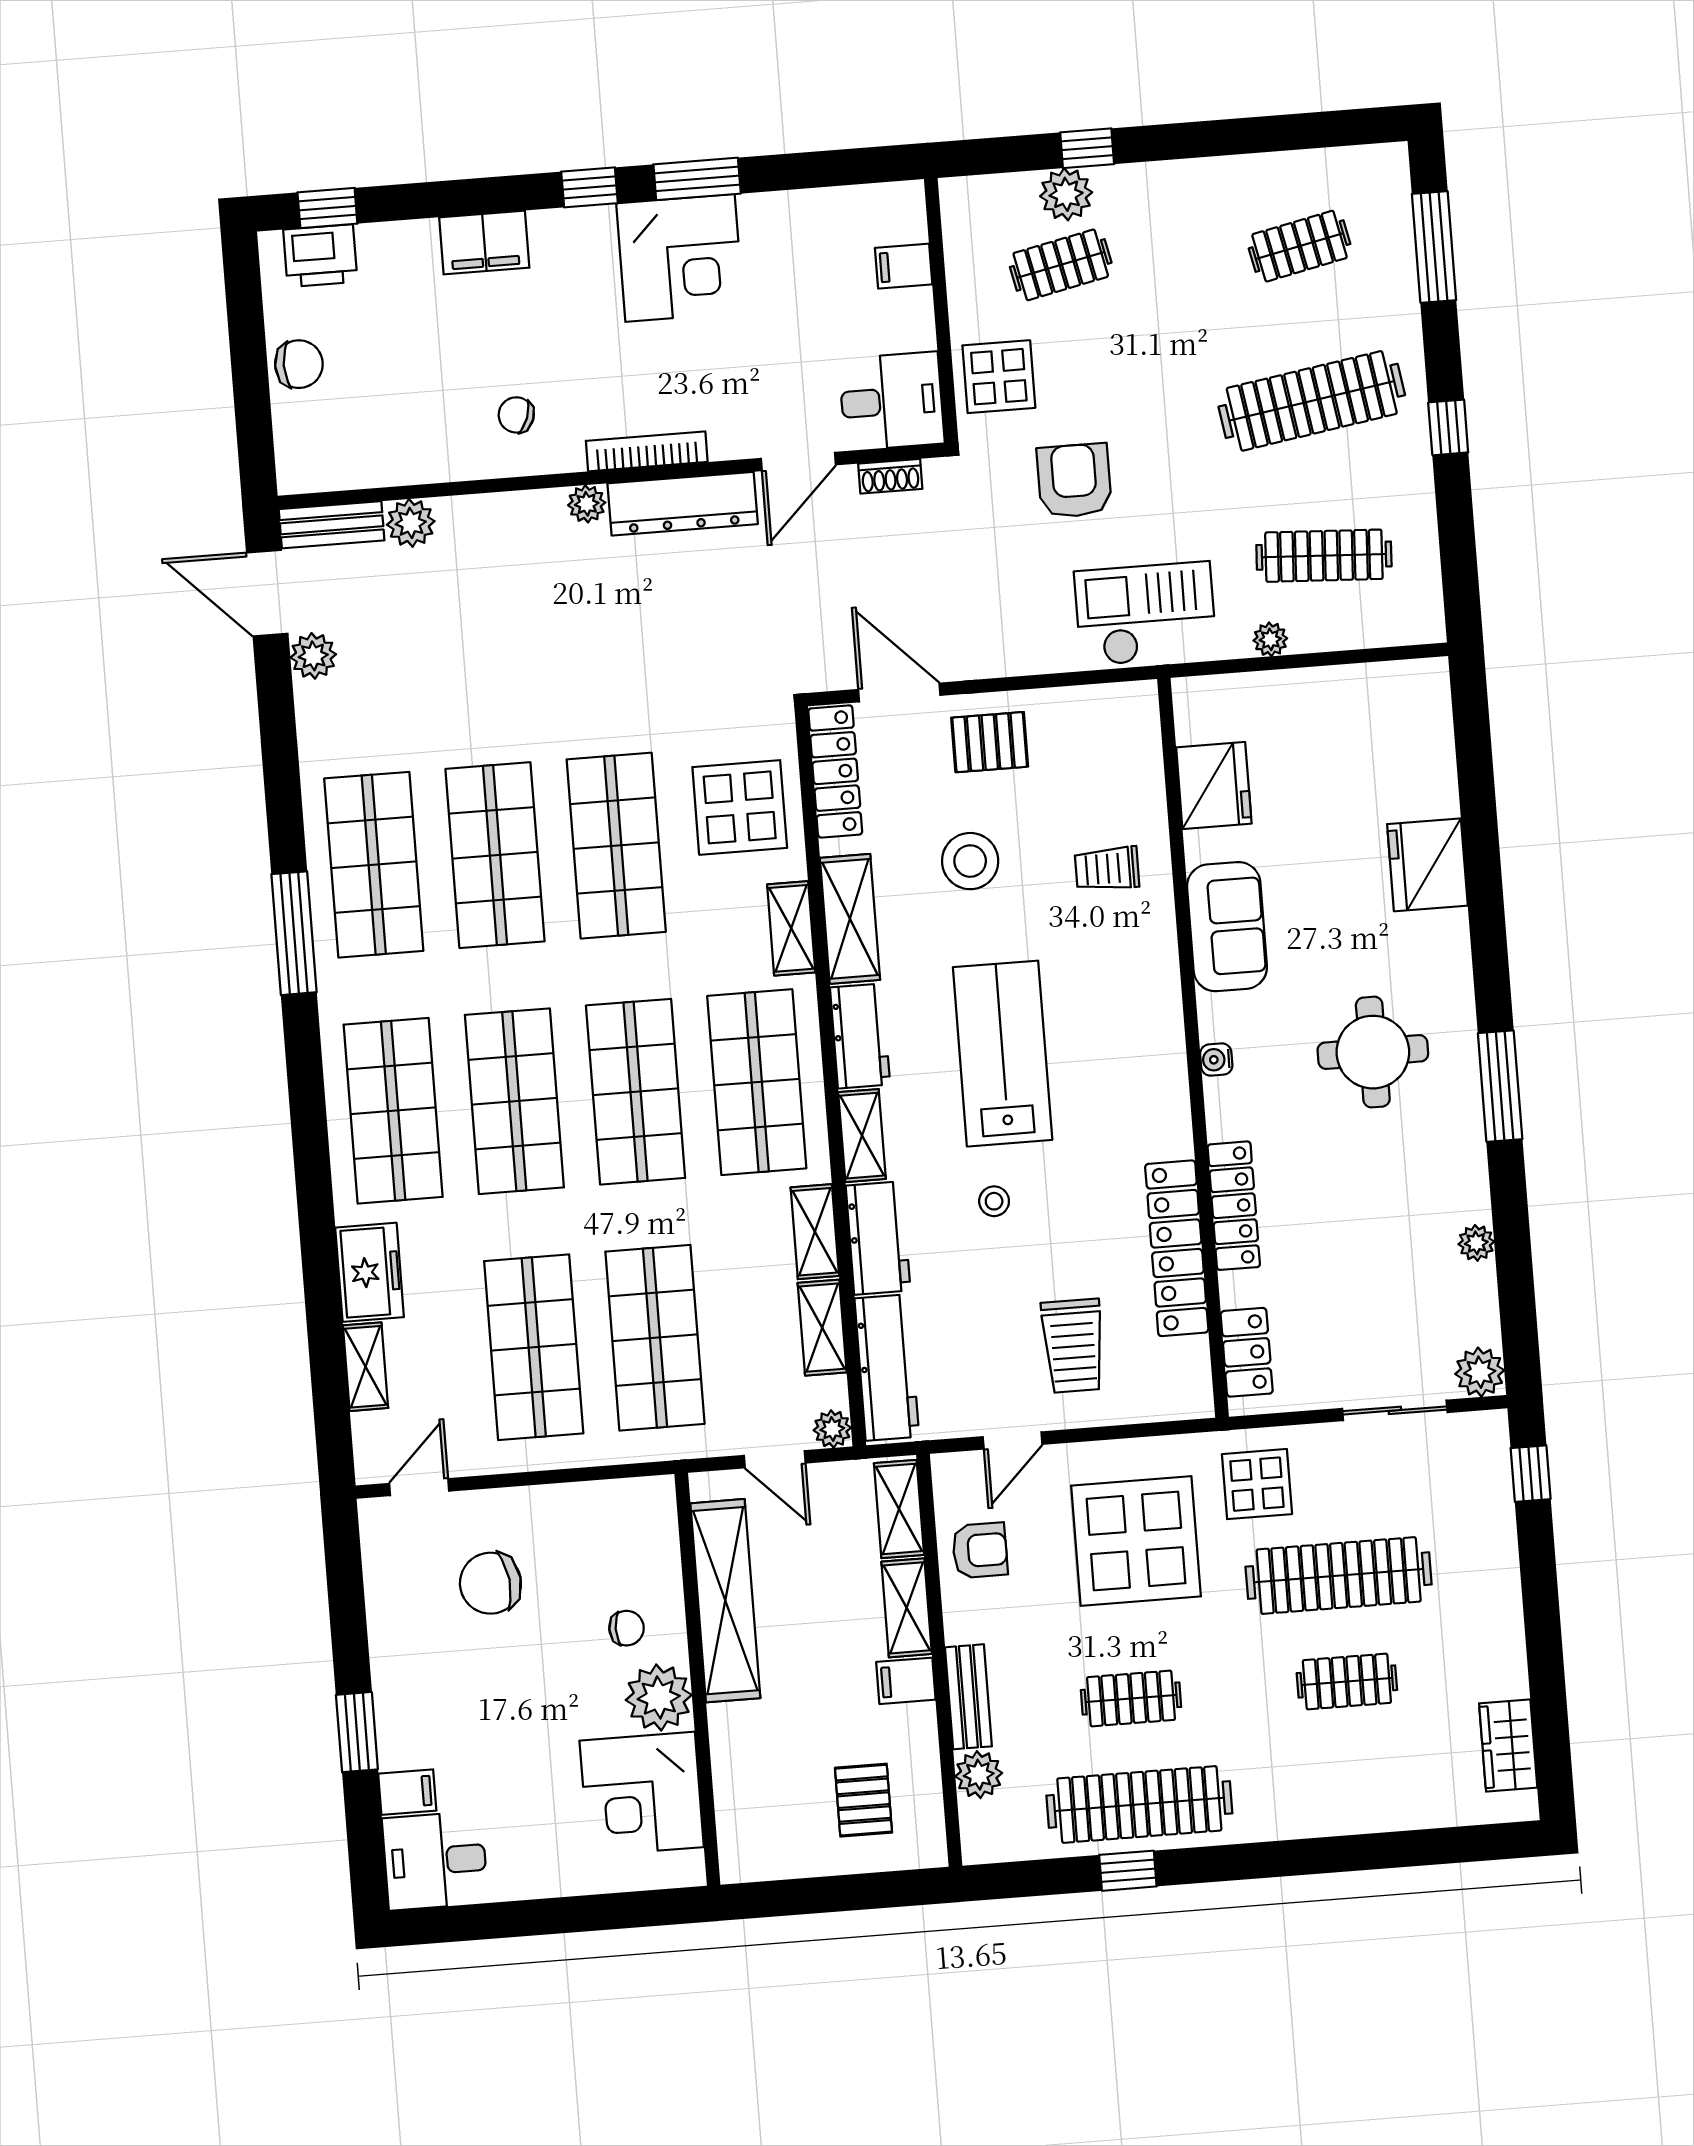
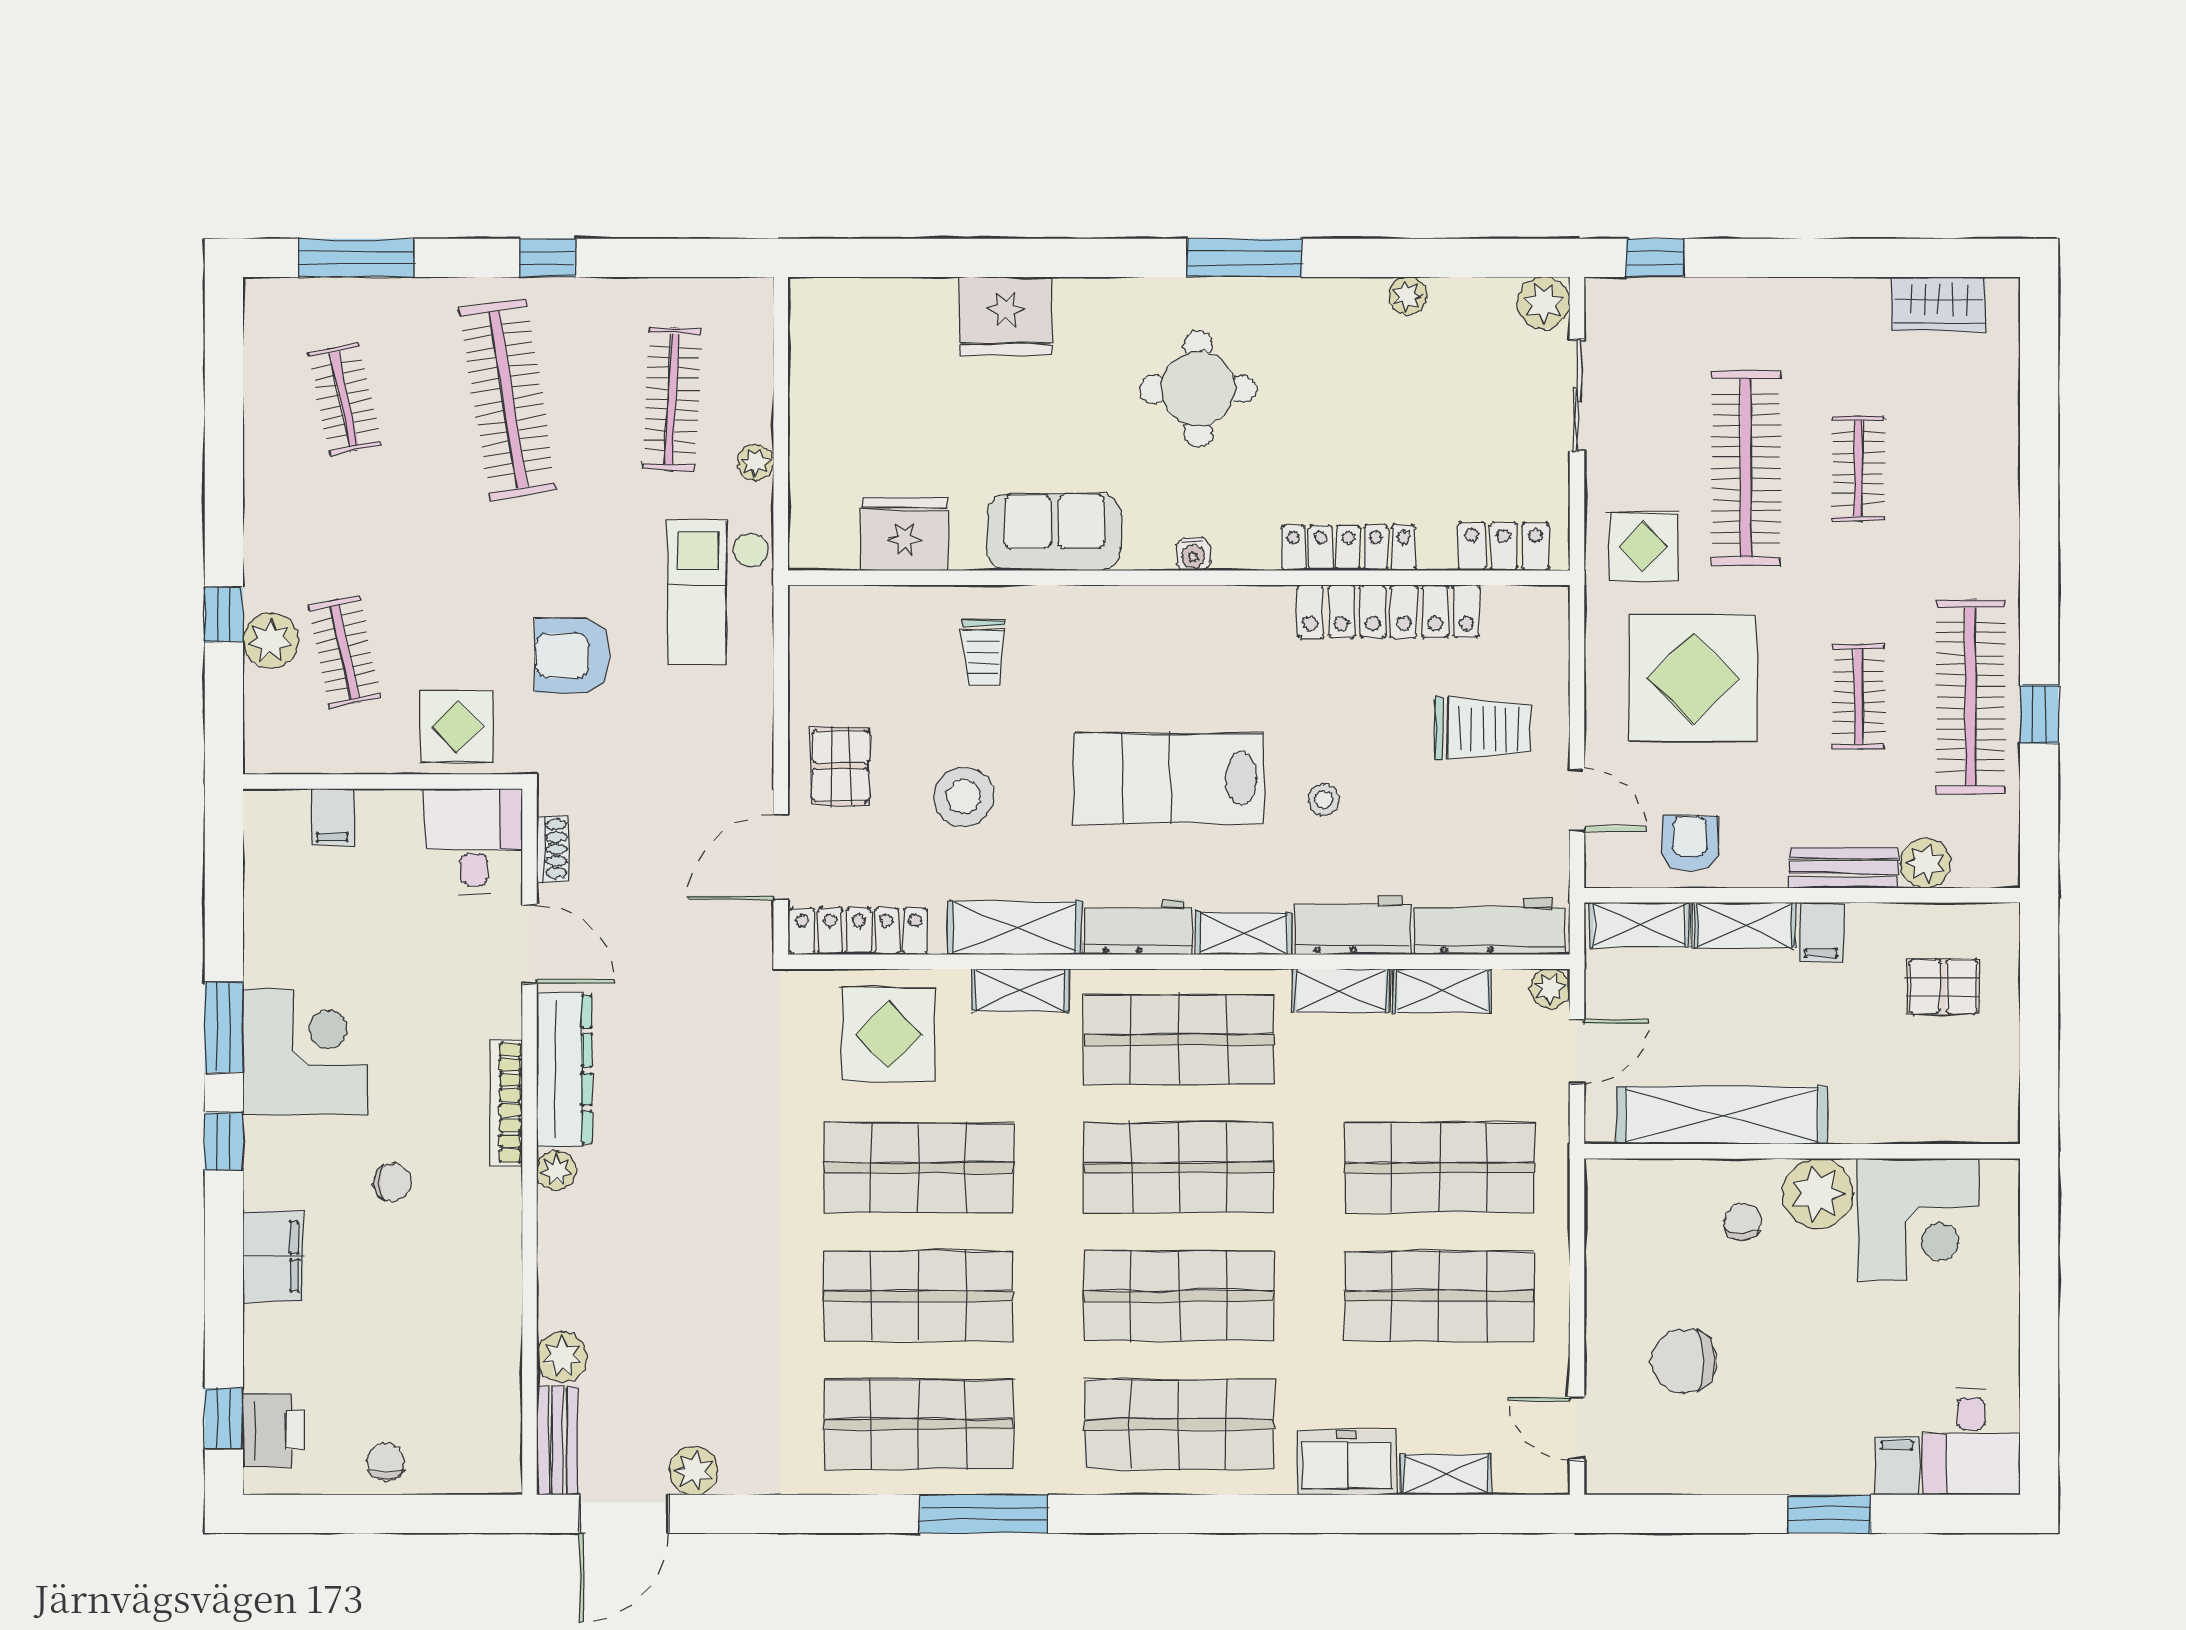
chair: (299, 364) -> (386, 1462), width x0.73, depth x0.73
chair: (516, 415) -> (392, 1183), moved, turned -110
chair: (490, 1583) -> (1684, 1361), turned 97

